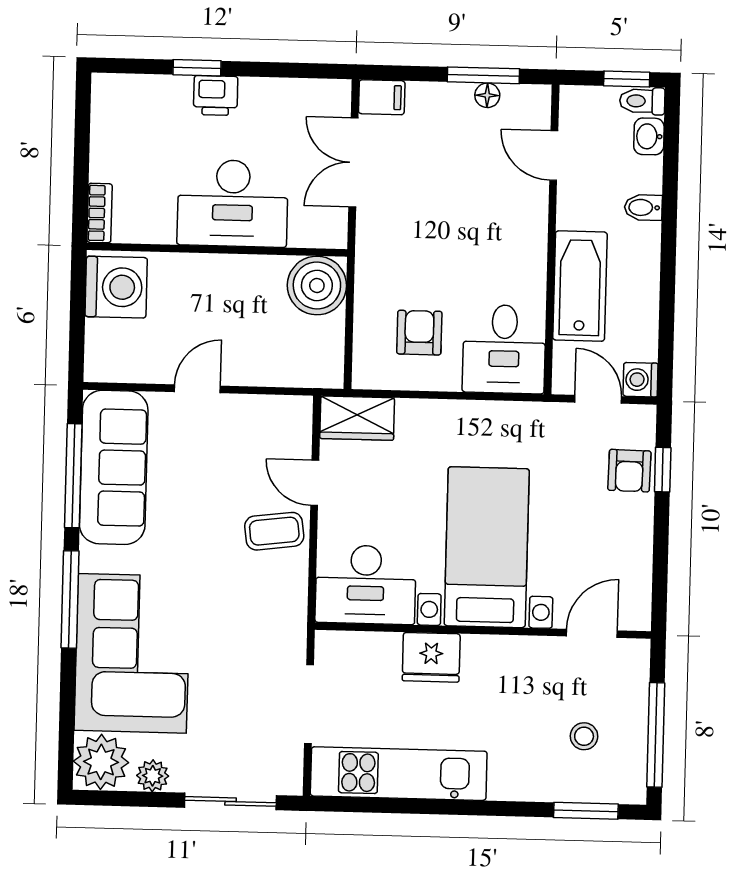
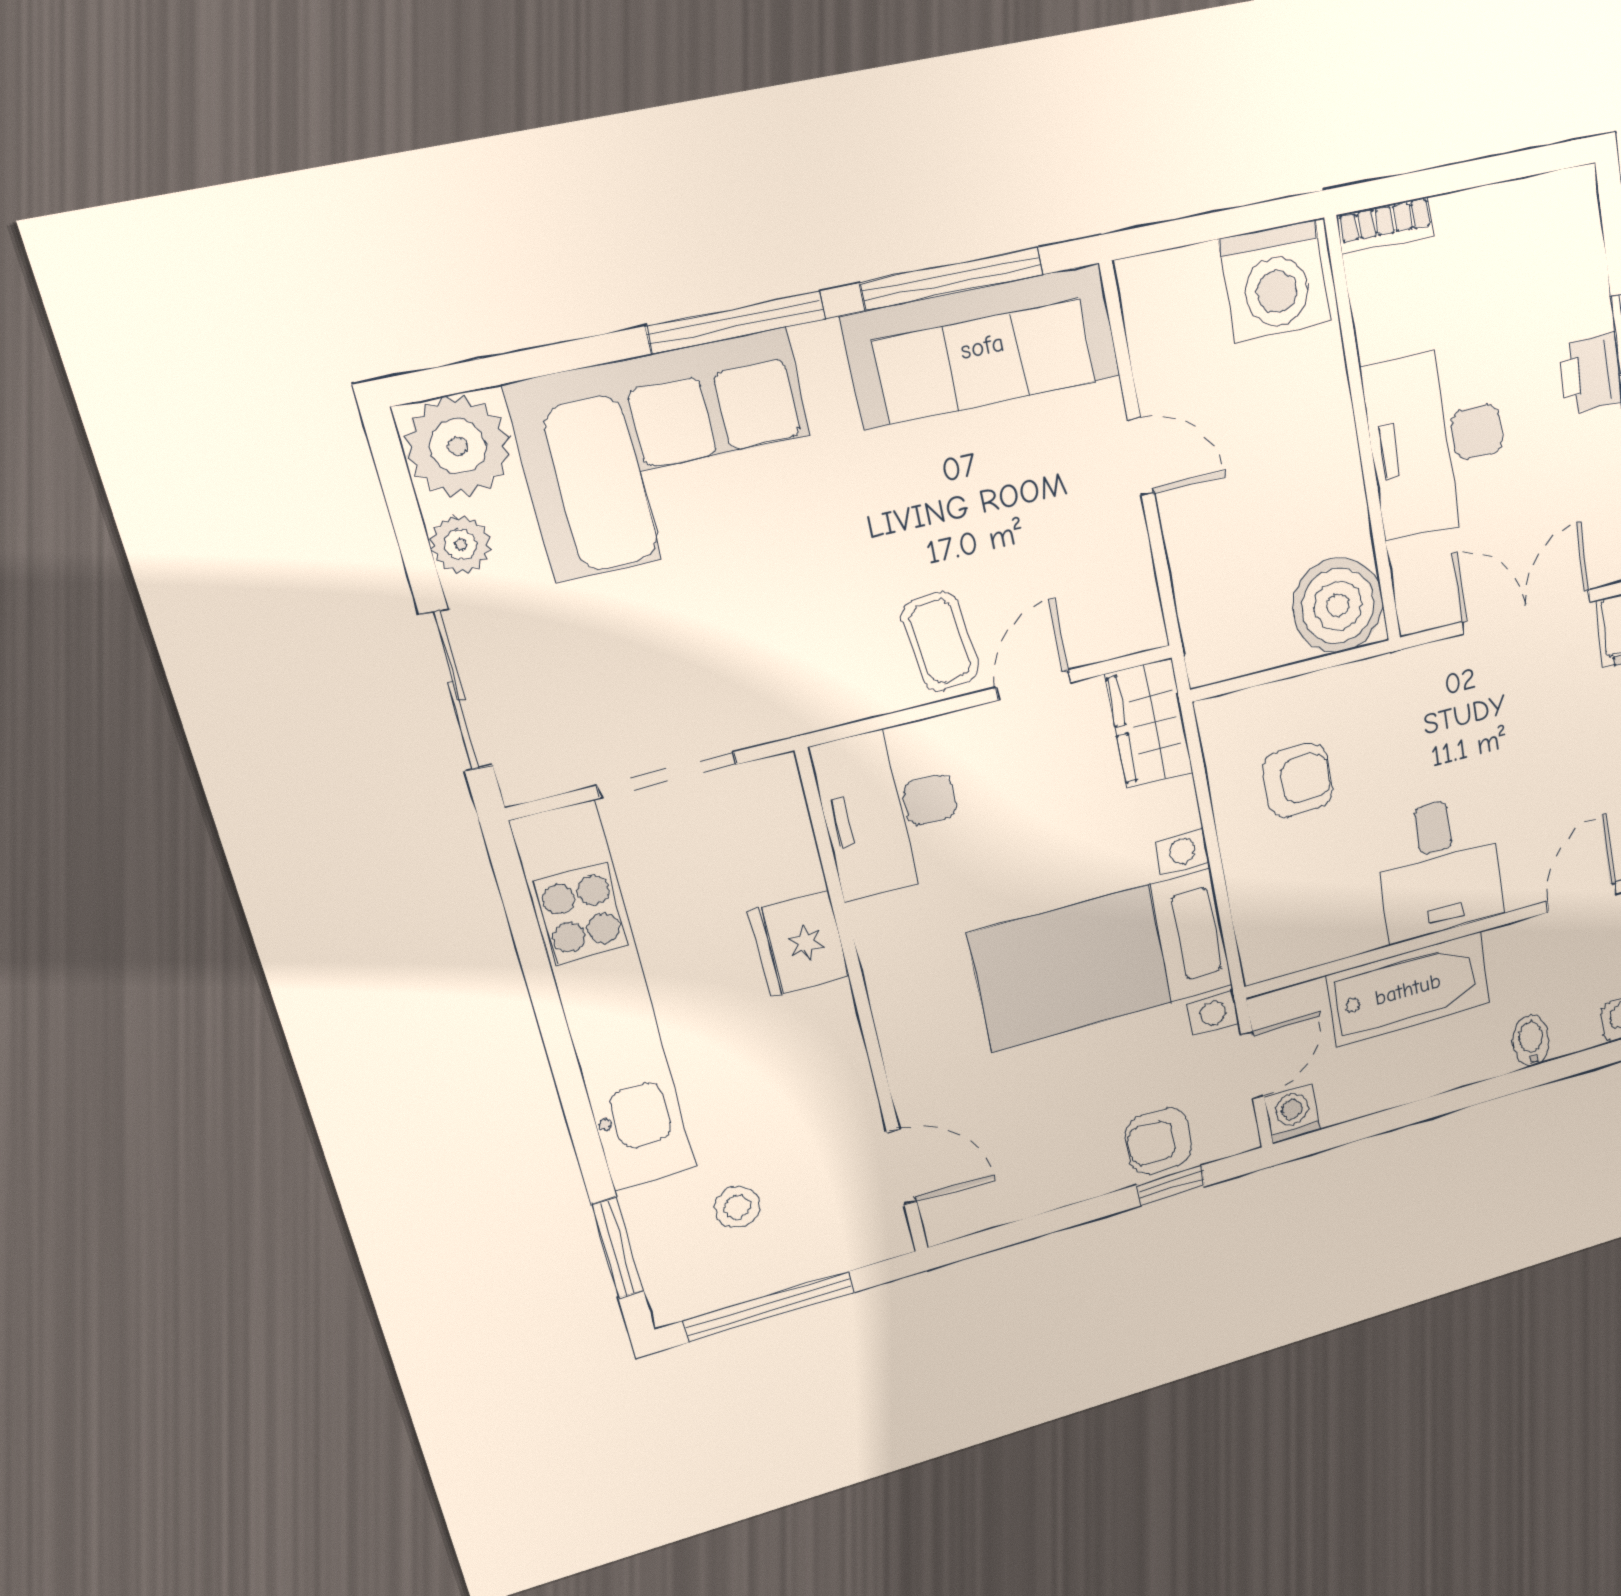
desk: (504, 349) -> (1439, 867), moved, turned -90
bed with nightstands: (487, 547) -> (1102, 960), moved, turned 180
kitchen unit: (399, 774) -> (605, 1000), width x1.36

